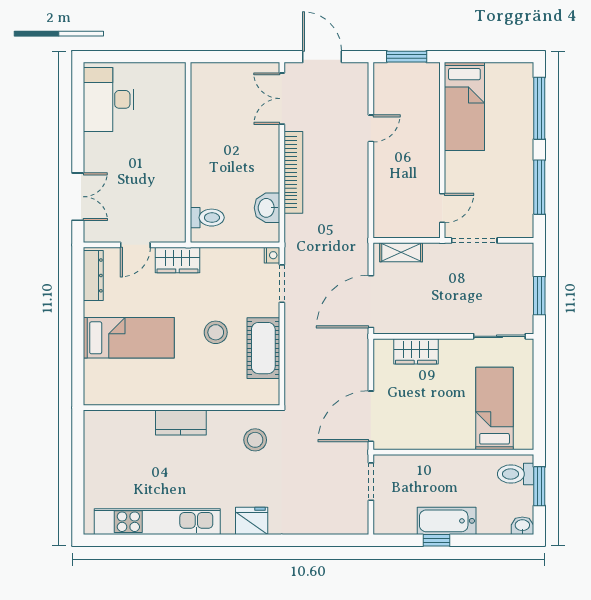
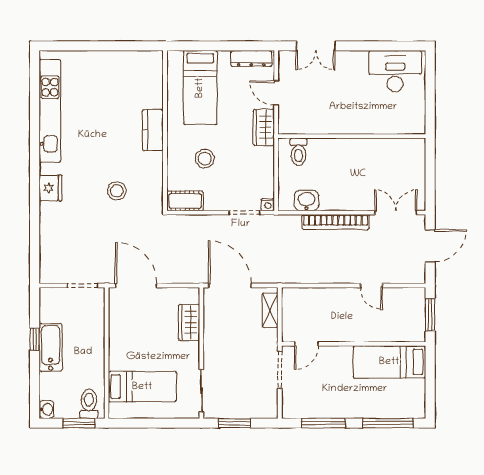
door: (442, 208) -> (306, 344), hinge flipped
cot: (263, 348) -> (185, 201), width x0.73, depth x0.75
wall: (181, 408) -> (165, 131), moved
kitchen counter: (181, 422) -> (153, 130), moved

